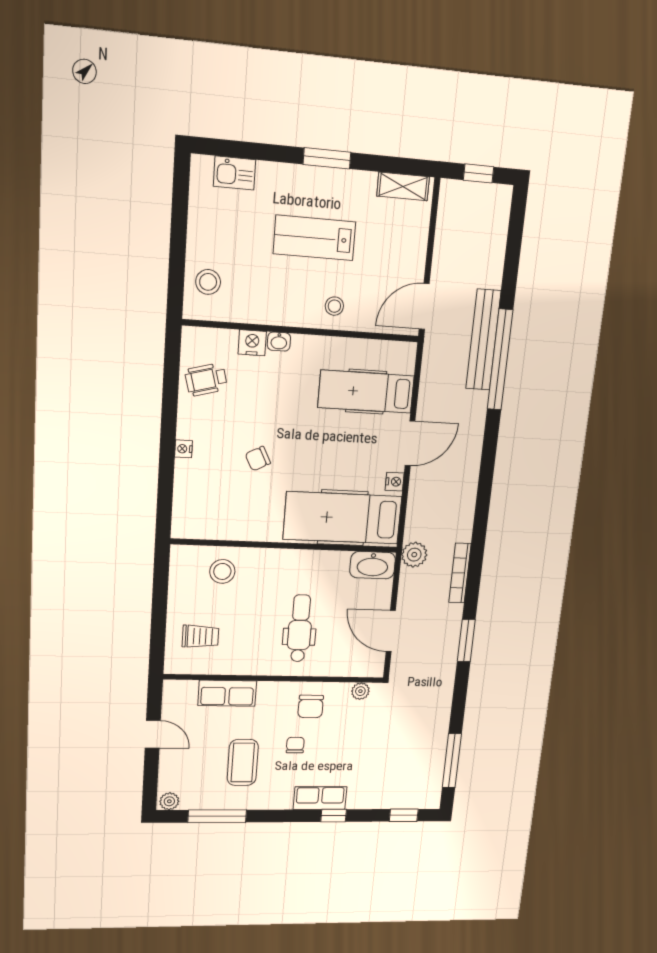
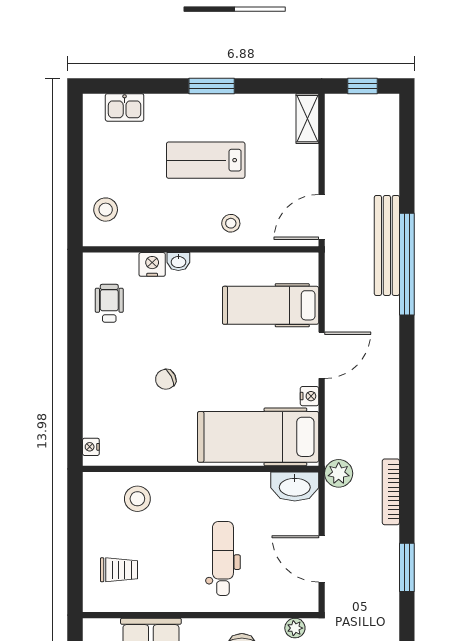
shelving: (403, 186) -> (307, 119), moved, turned 90
wheelchair: (206, 380) -> (109, 303), turned 105
nightstand: (184, 449) -> (91, 447), moved

